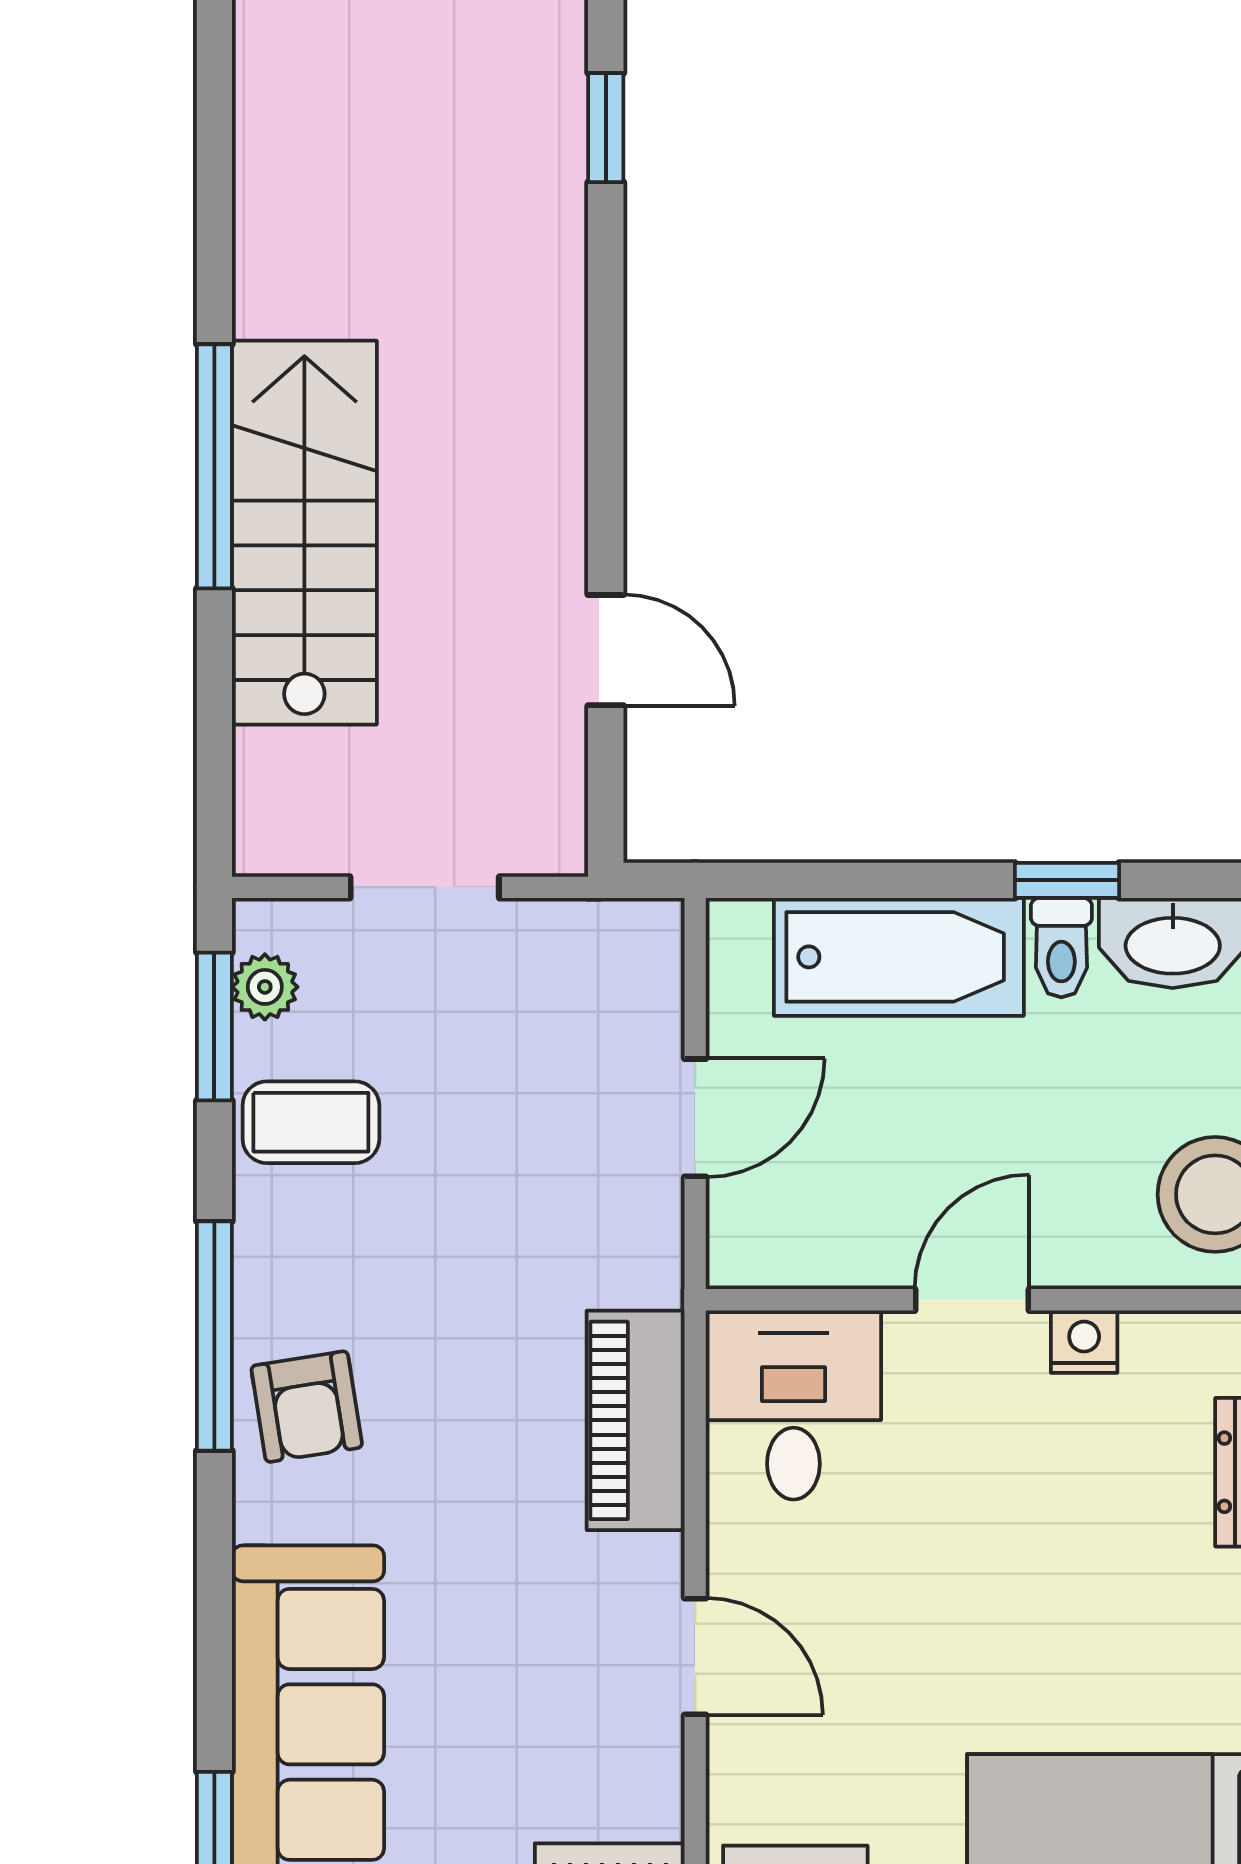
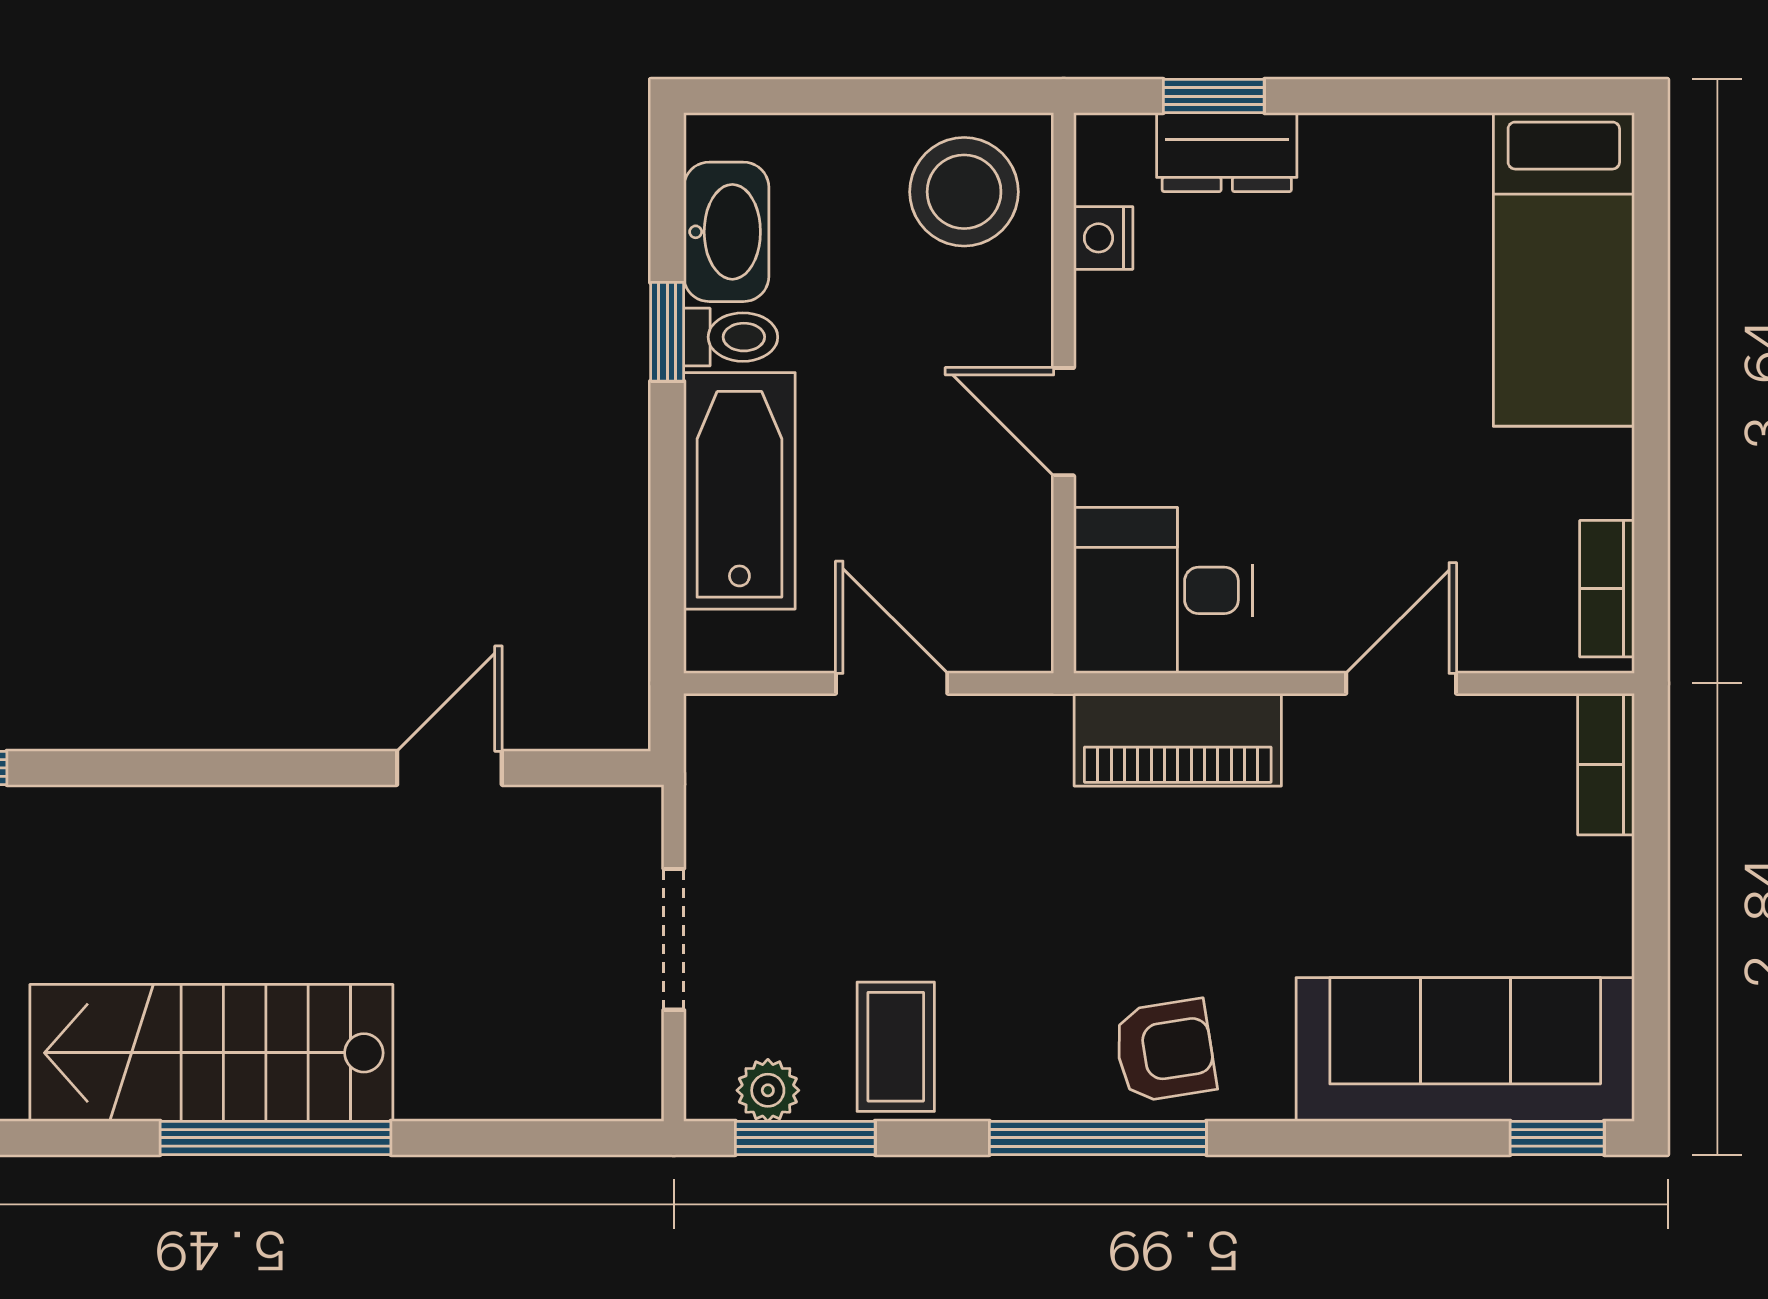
stairs: (304, 533) -> (211, 1053), moved
nightstand: (1084, 1342) -> (1103, 238), moved

